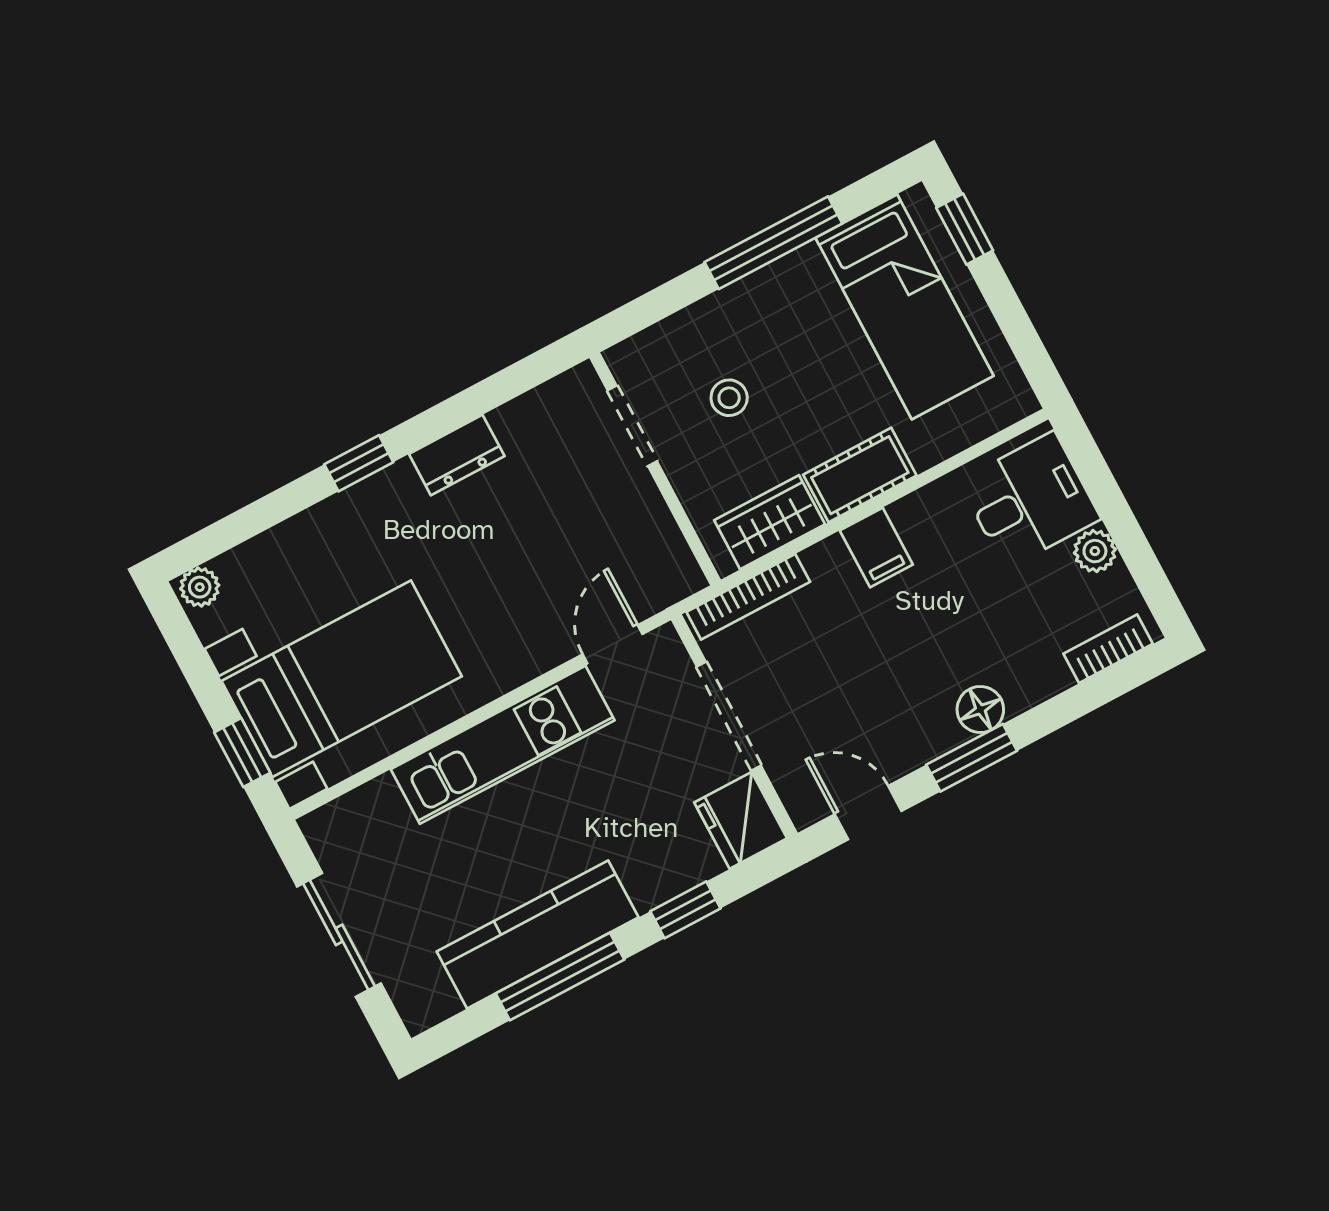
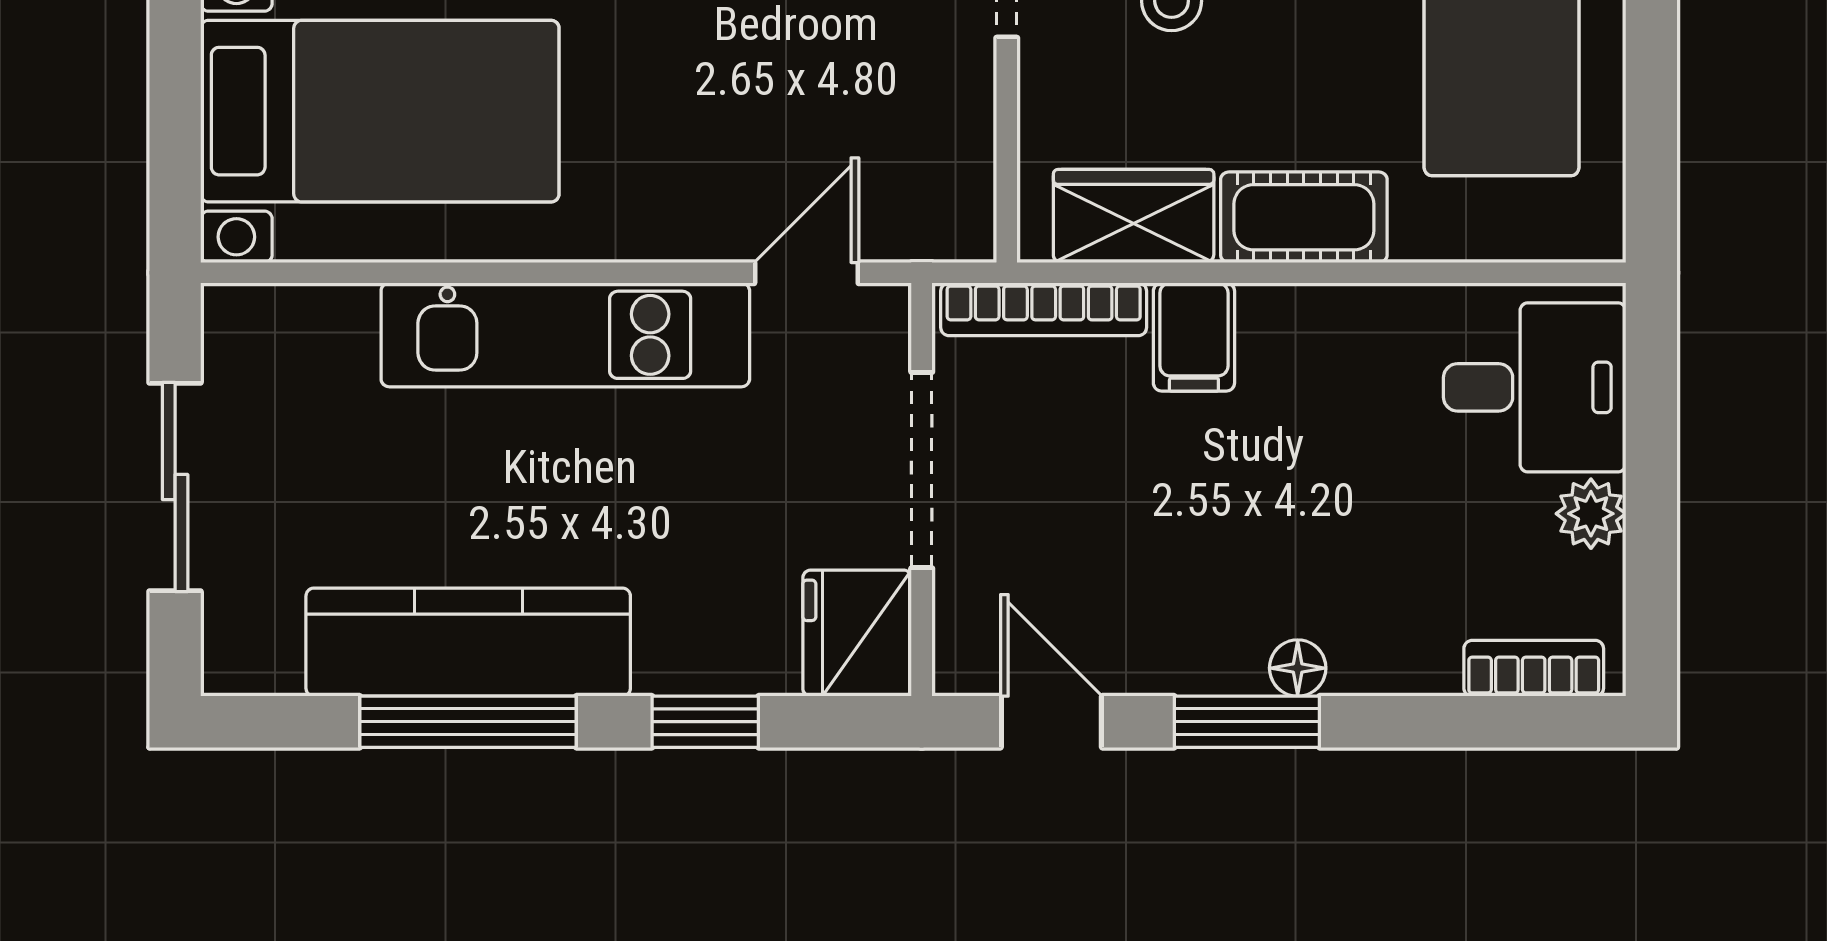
filing cabinet: (876, 547) -> (1194, 337), moved
floor lamp: (980, 709) -> (1298, 668), width x0.73, depth x0.73
window: (242, 753) -> (175, 142), removed

